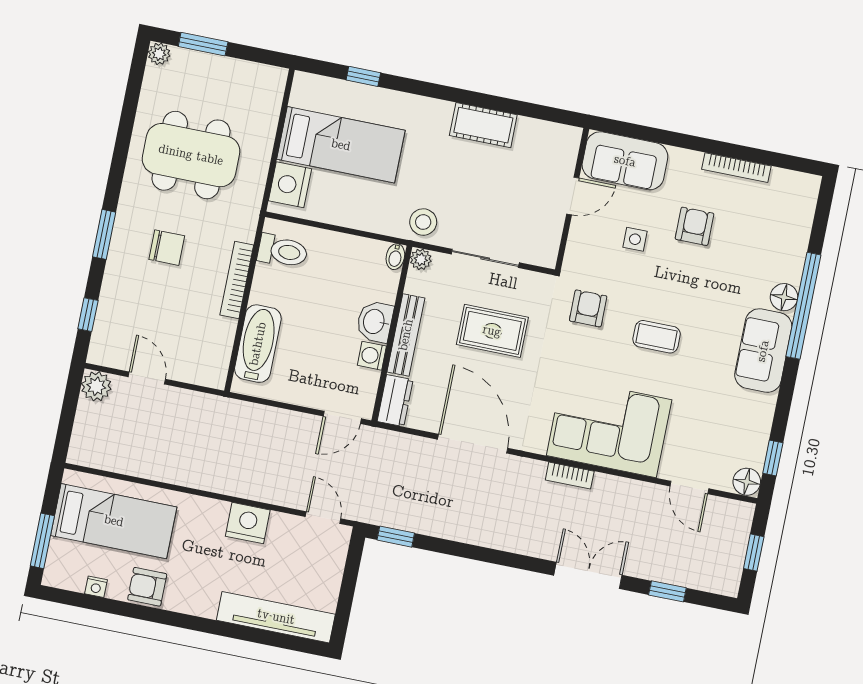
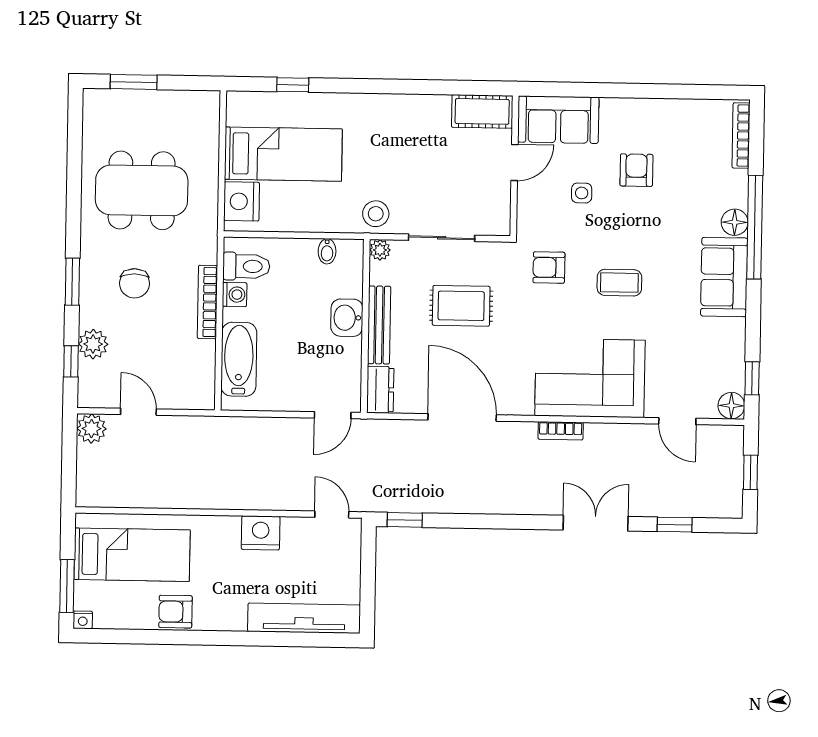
plant: (159, 54) -> (93, 344), moved, width x1.38, depth x1.38
cot: (483, 125) -> (482, 111), moved
bookcase: (736, 168) -> (741, 135), moved, turned 90
chair: (167, 248) -> (135, 283), turned 90
bidet: (395, 257) -> (327, 251), moved
armchair: (588, 308) -> (549, 267), turned -90
washing machine: (372, 356) -> (235, 295), moved, turned 180
nightstand: (96, 587) -> (83, 620), moved

